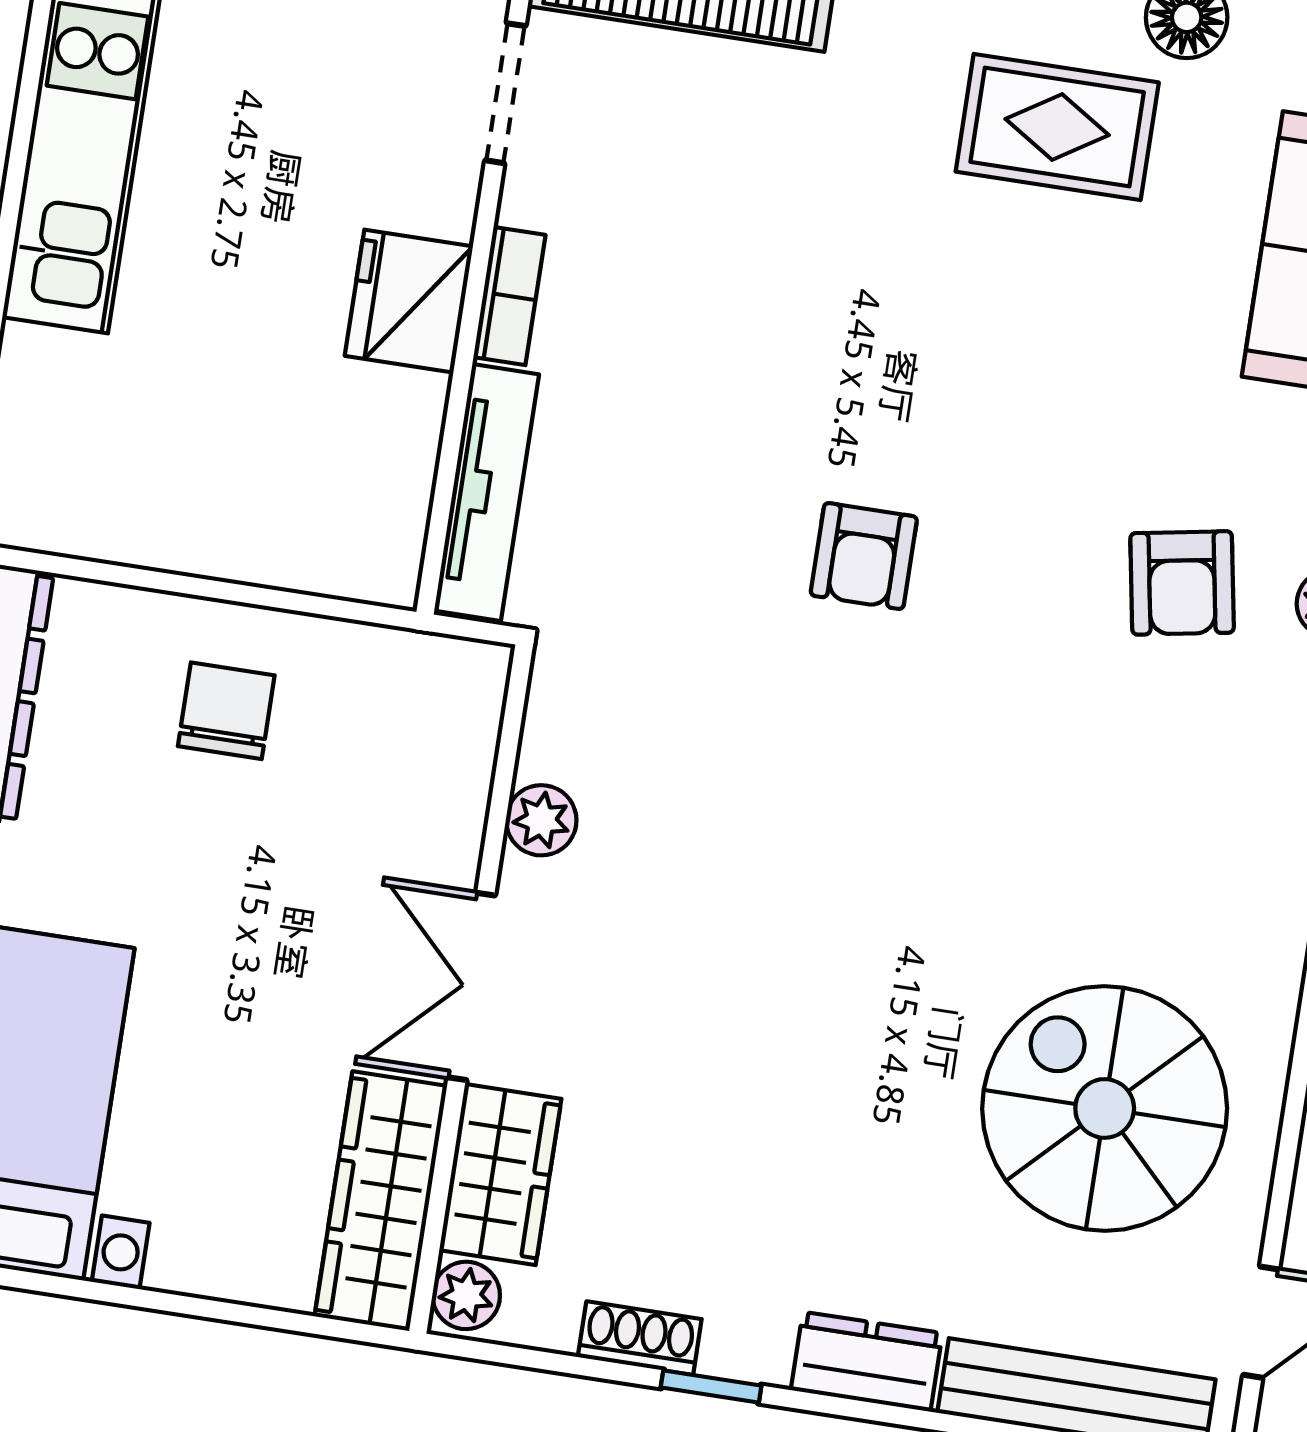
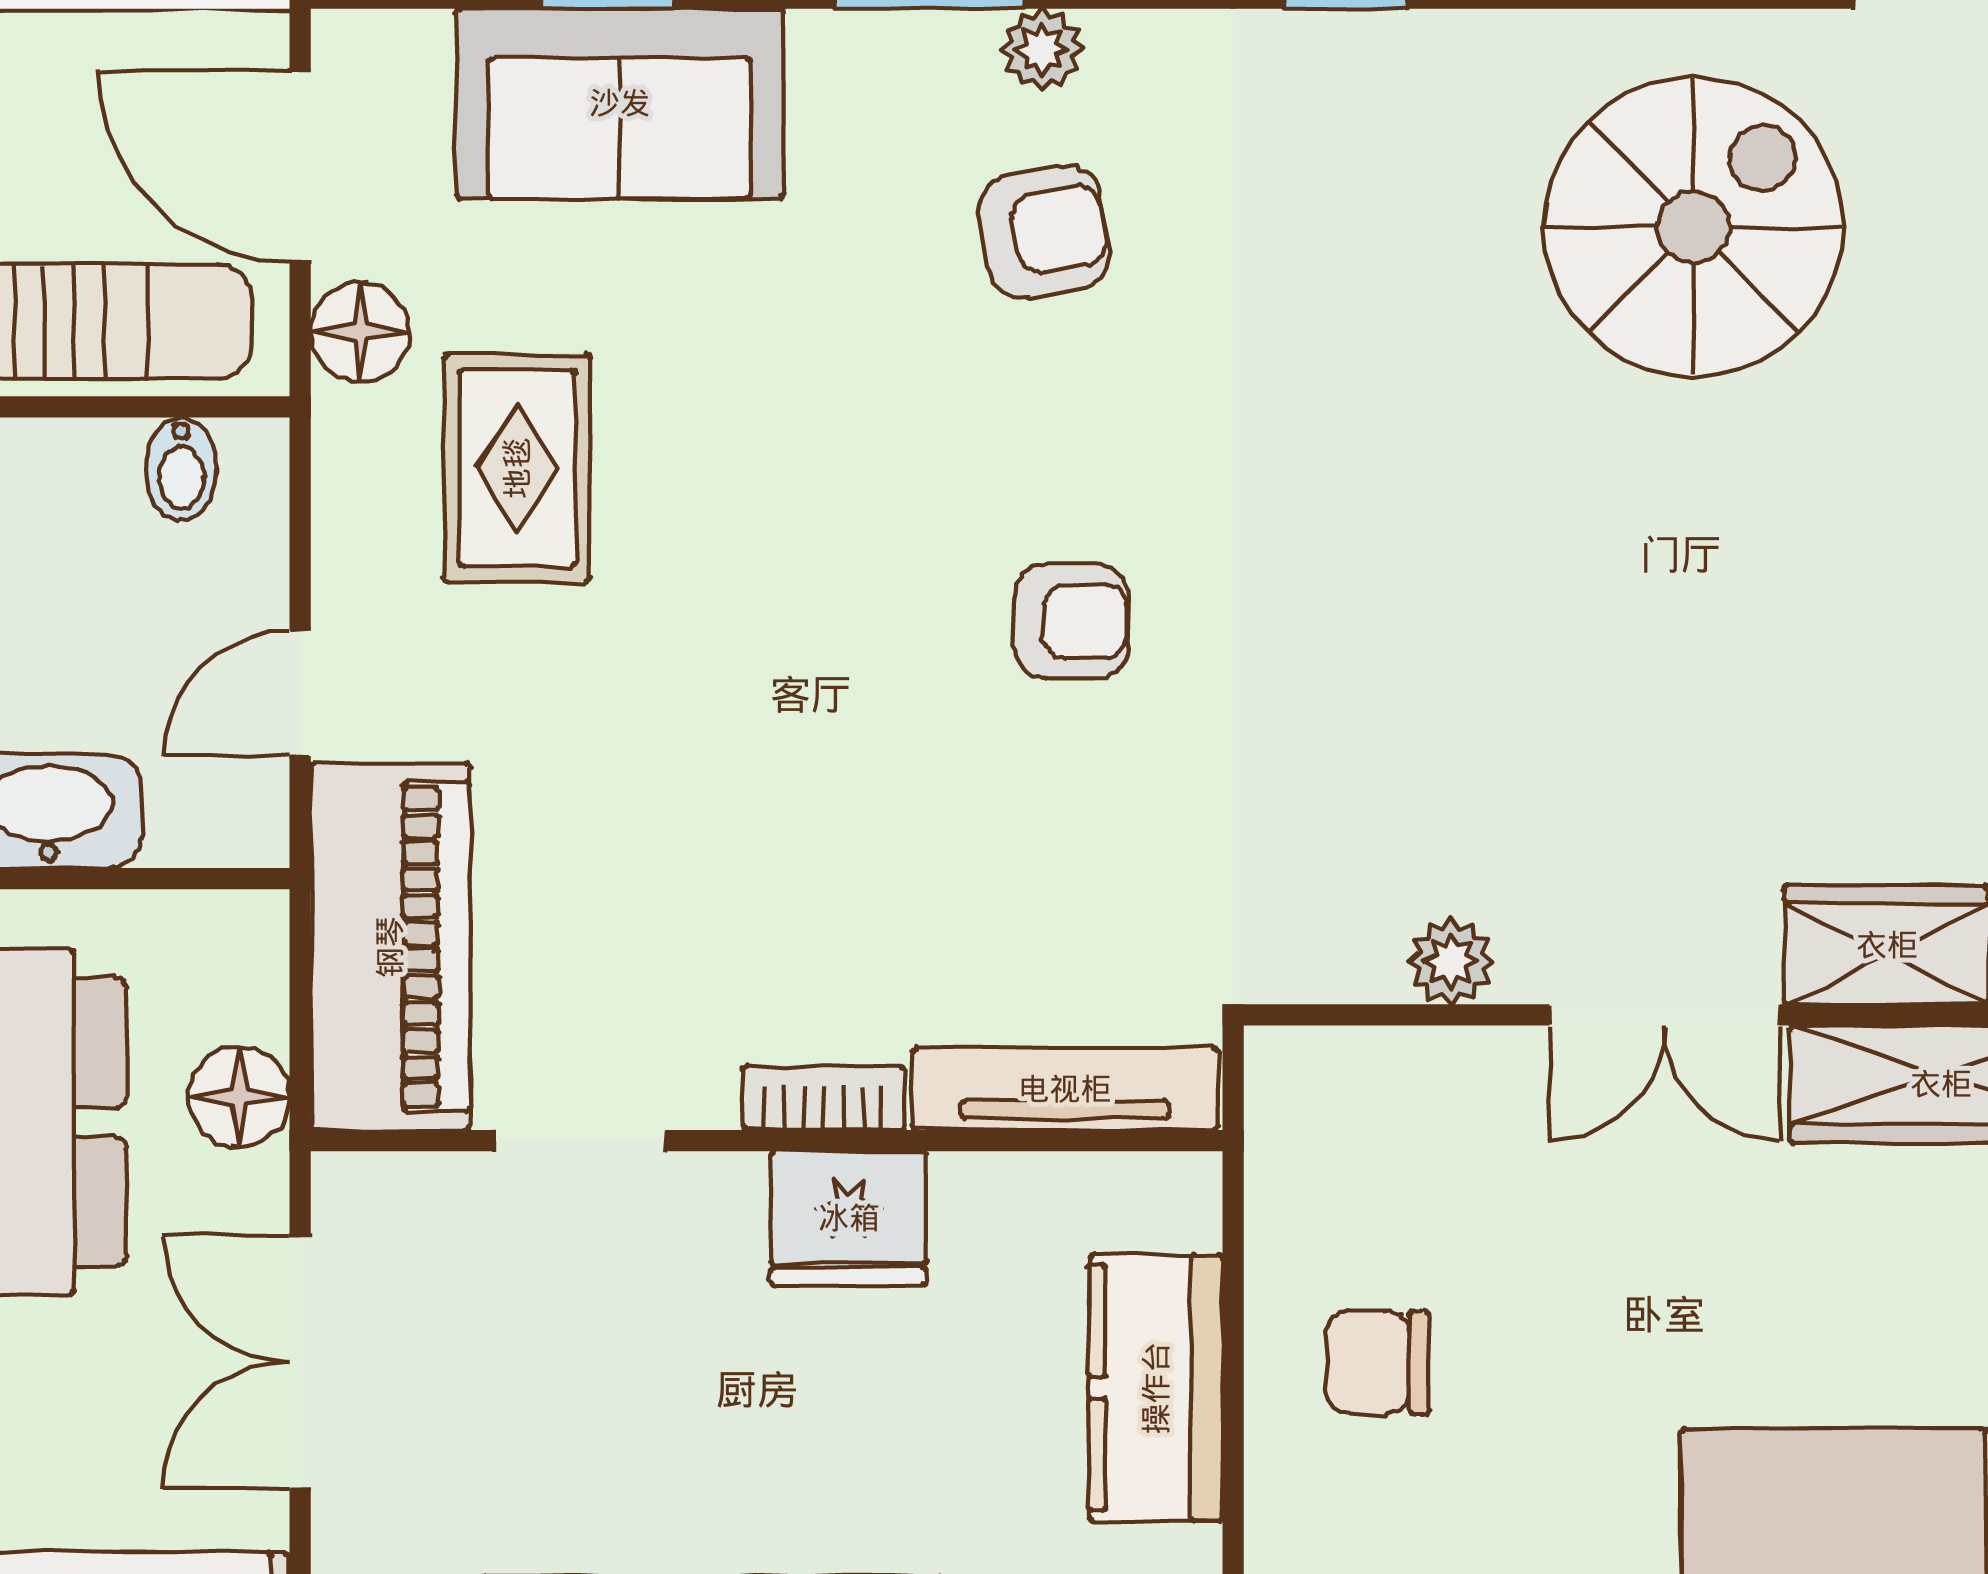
kitchen counter: (234, 528) -> (1156, 1388), added
spiral stairs: (1105, 1108) -> (1694, 227), turned 180

